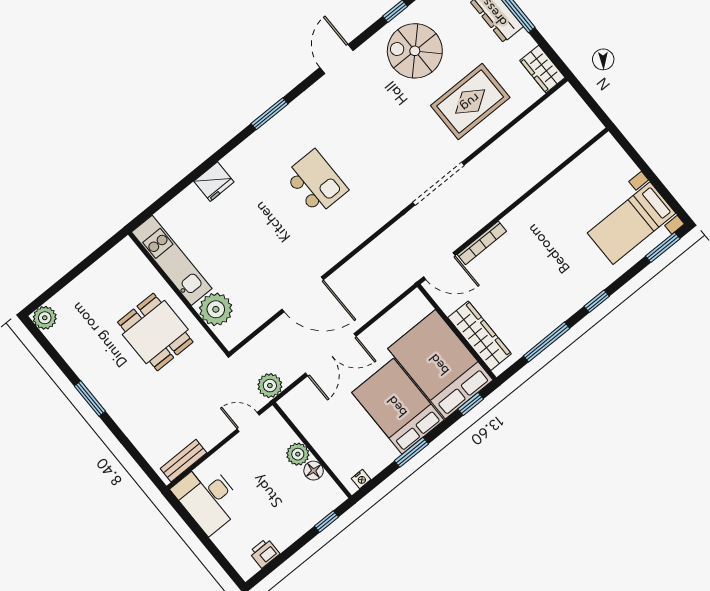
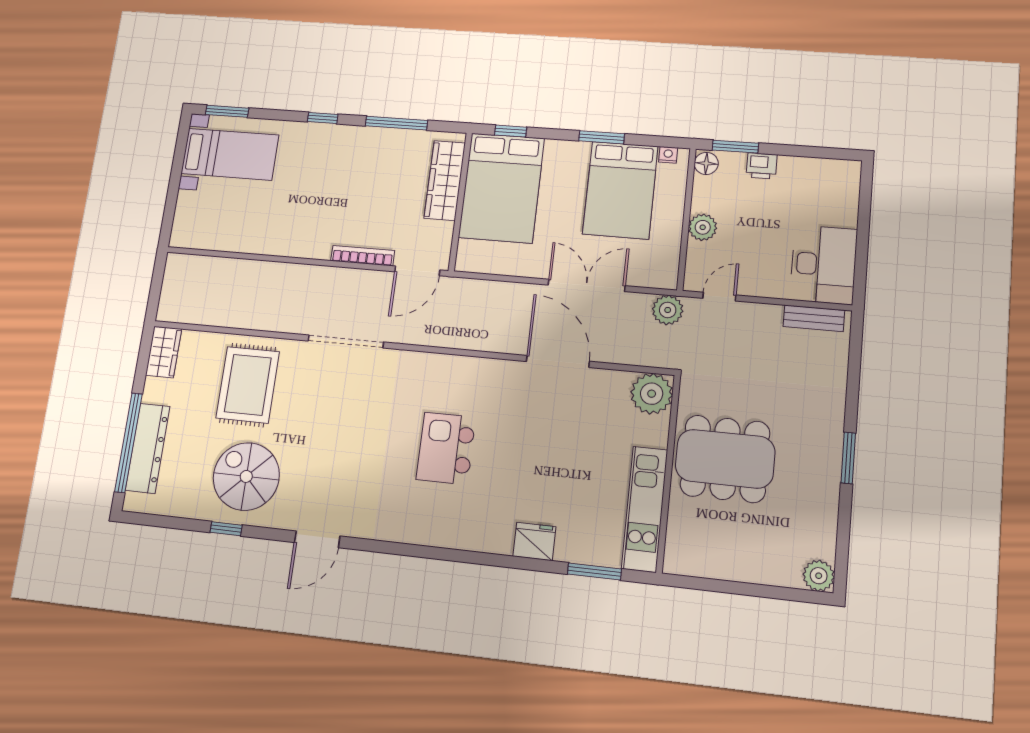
spiral stairs: (415, 51) -> (246, 476), turned 180
rug: (470, 102) -> (248, 385), turned 90
window: (269, 114) -> (594, 571), moved
door: (439, 266) -> (417, 271), swing flipped
plant: (216, 309) -> (652, 394), moved
dining table: (155, 332) -> (725, 459), width x1.38
bed: (398, 406) -> (620, 190), moved
door: (248, 422) -> (719, 297), swing flipped
floor lamp: (314, 471) -> (706, 163), moved
window: (326, 522) -> (735, 147), width x1.50
printer: (264, 553) -> (762, 166), moved

